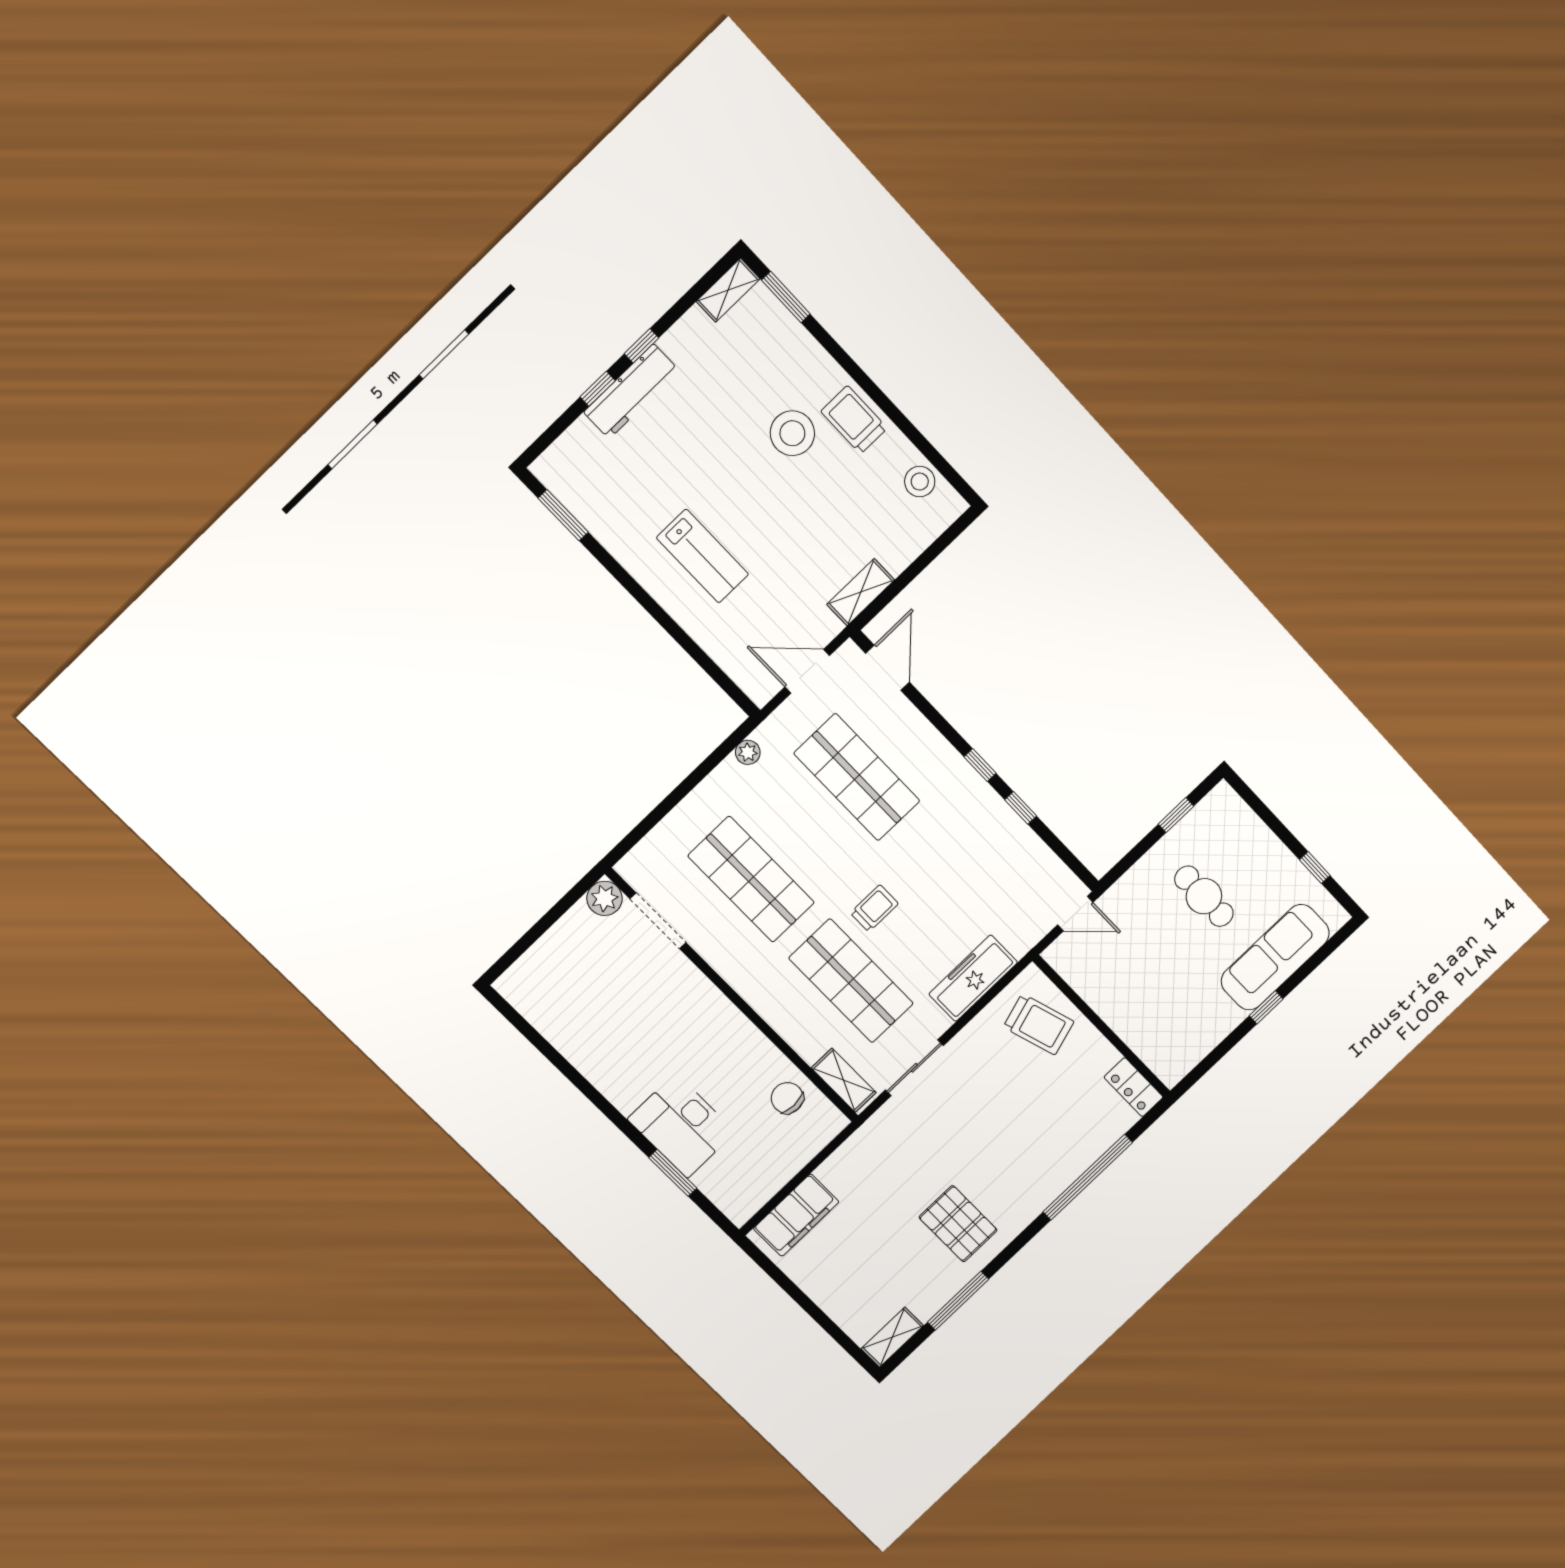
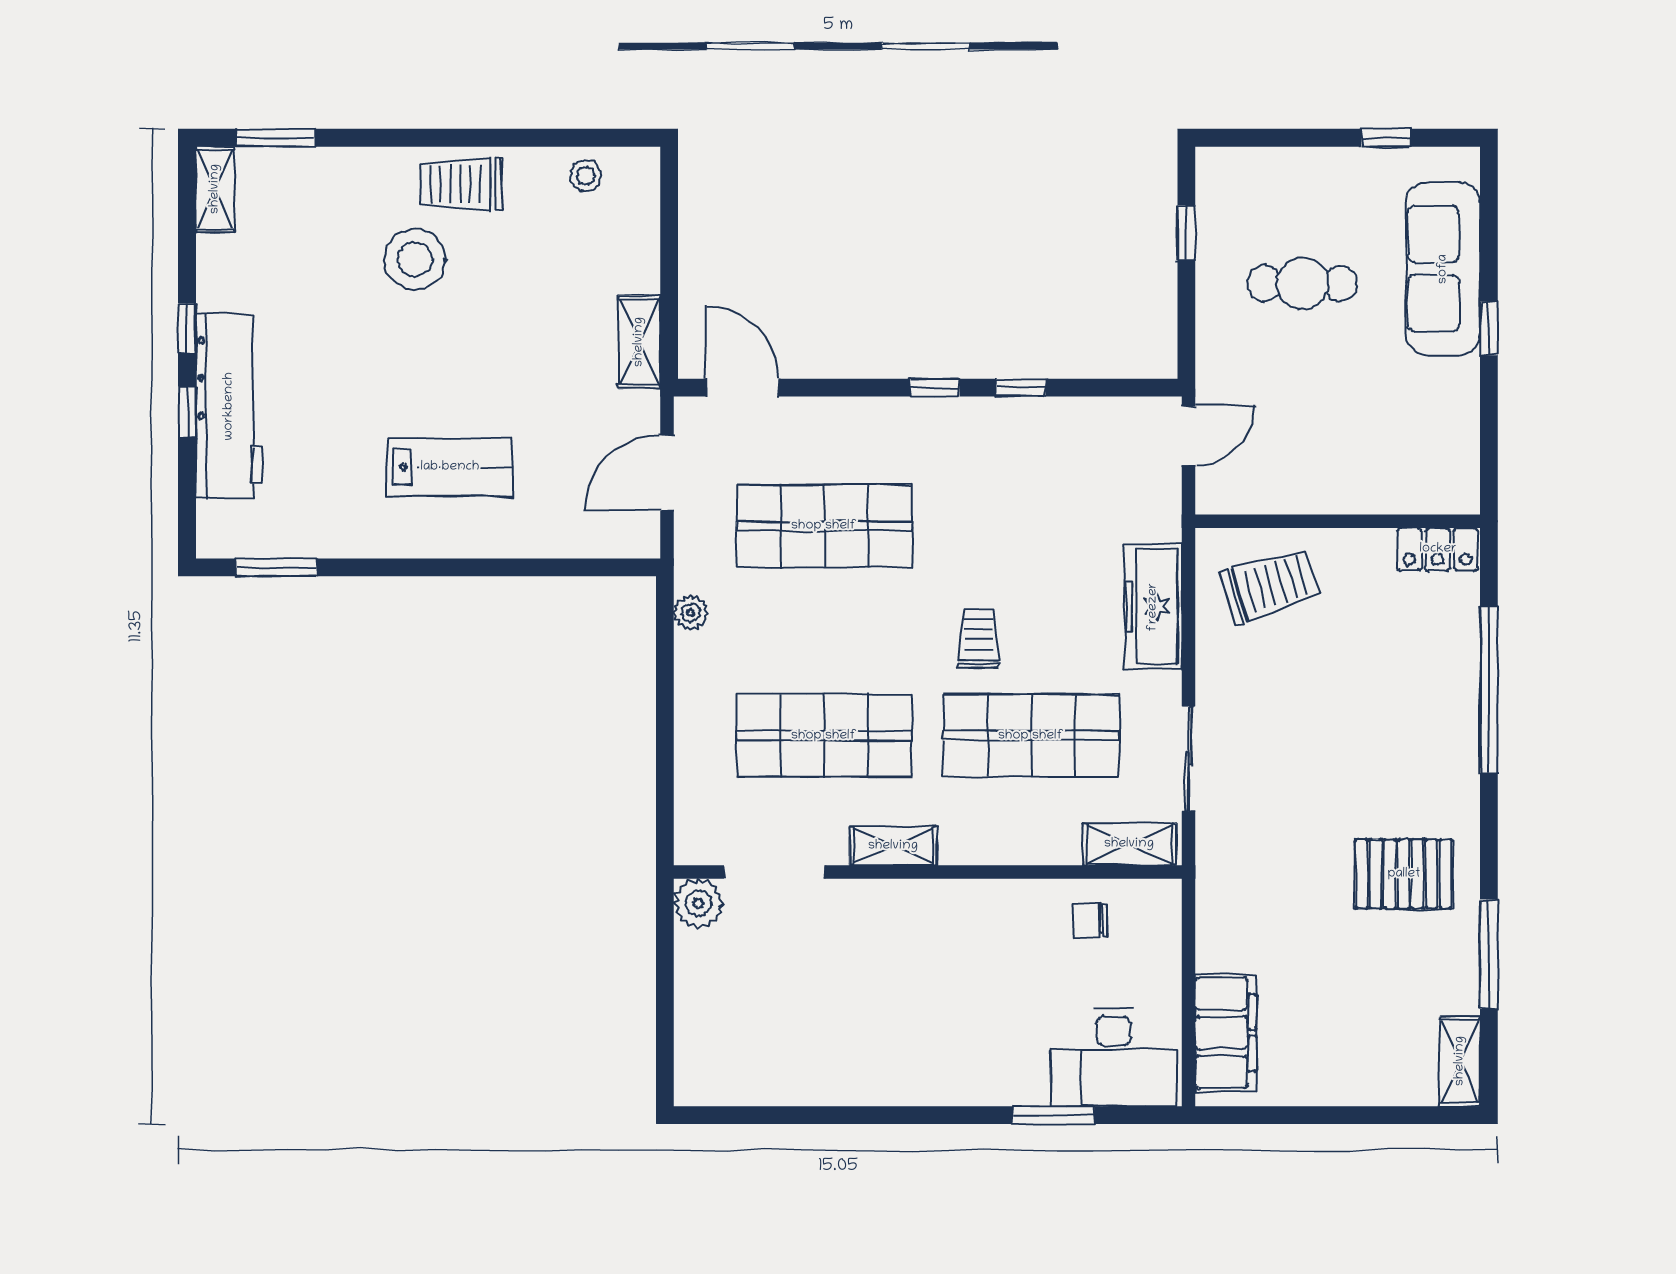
workbench: (631, 391) -> (229, 406), width x1.36, depth x1.32
stool: (920, 482) -> (586, 176), width x0.73, depth x0.73
shelving: (729, 967) -> (893, 846), added
chair: (787, 1098) -> (1091, 921), width x0.73, depth x0.73
desk: (682, 1126) -> (1114, 1057), moved

